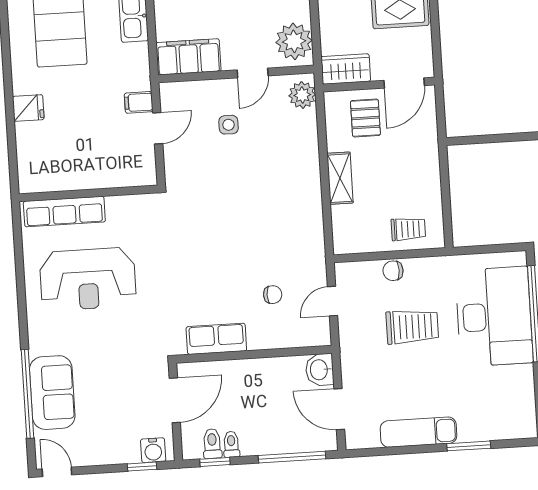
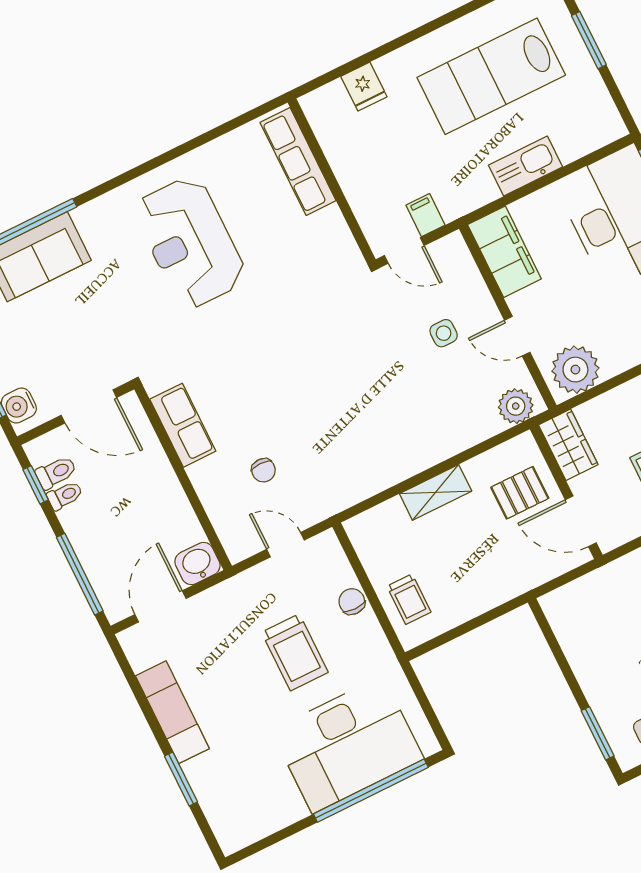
wall: (88, 193) -> (332, 181), moved
row of seats: (64, 212) -> (298, 161), moved

